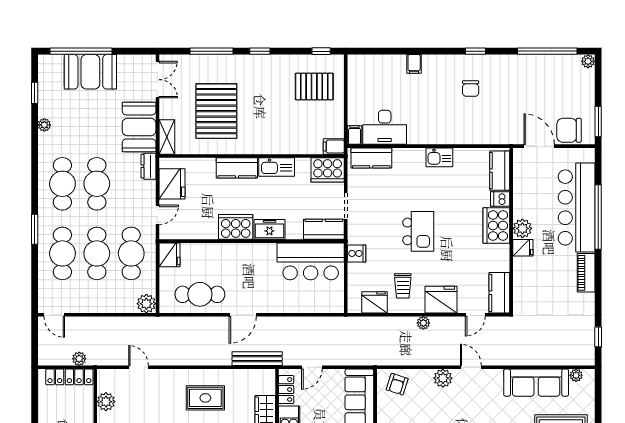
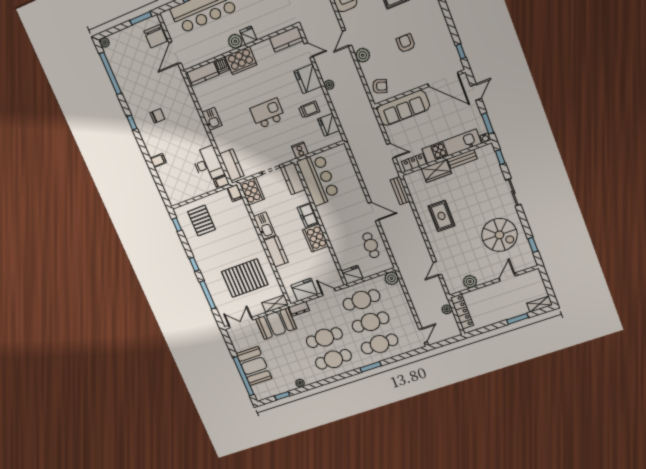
cafe table: (200, 294) -> (371, 245), width x0.73, depth x0.74
bench: (257, 359) -> (400, 191), width x0.73

